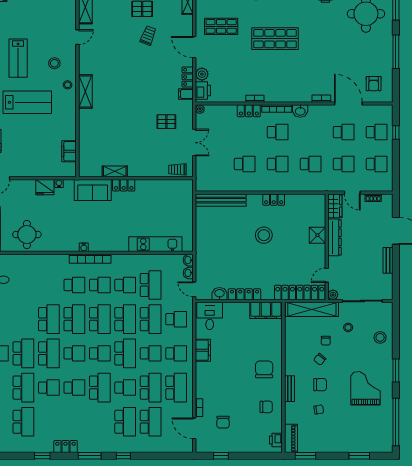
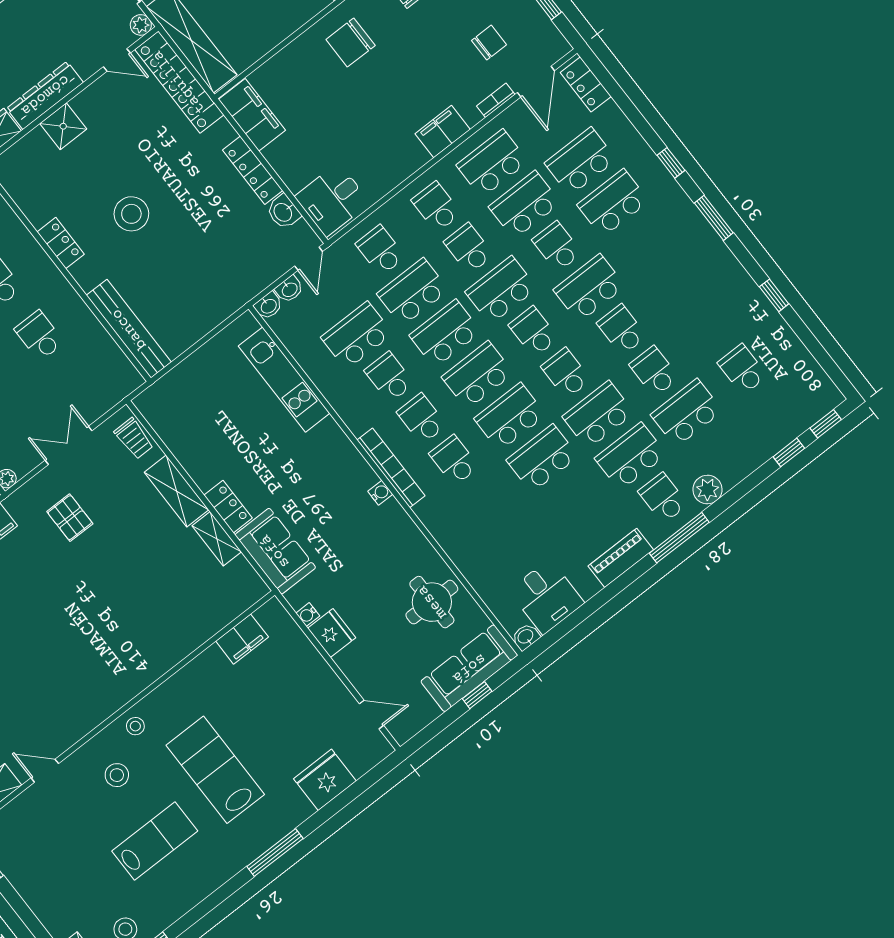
shelving: (85, 92) -> (177, 491), moved, turned 90
filing cabinet: (203, 350) -> (443, 132), moved
school desk: (23, 422) -> (742, 369), width x0.54
locker: (66, 447) -> (586, 84), moved

